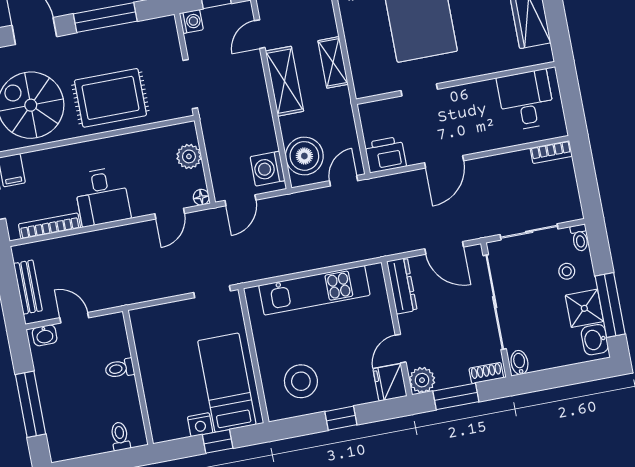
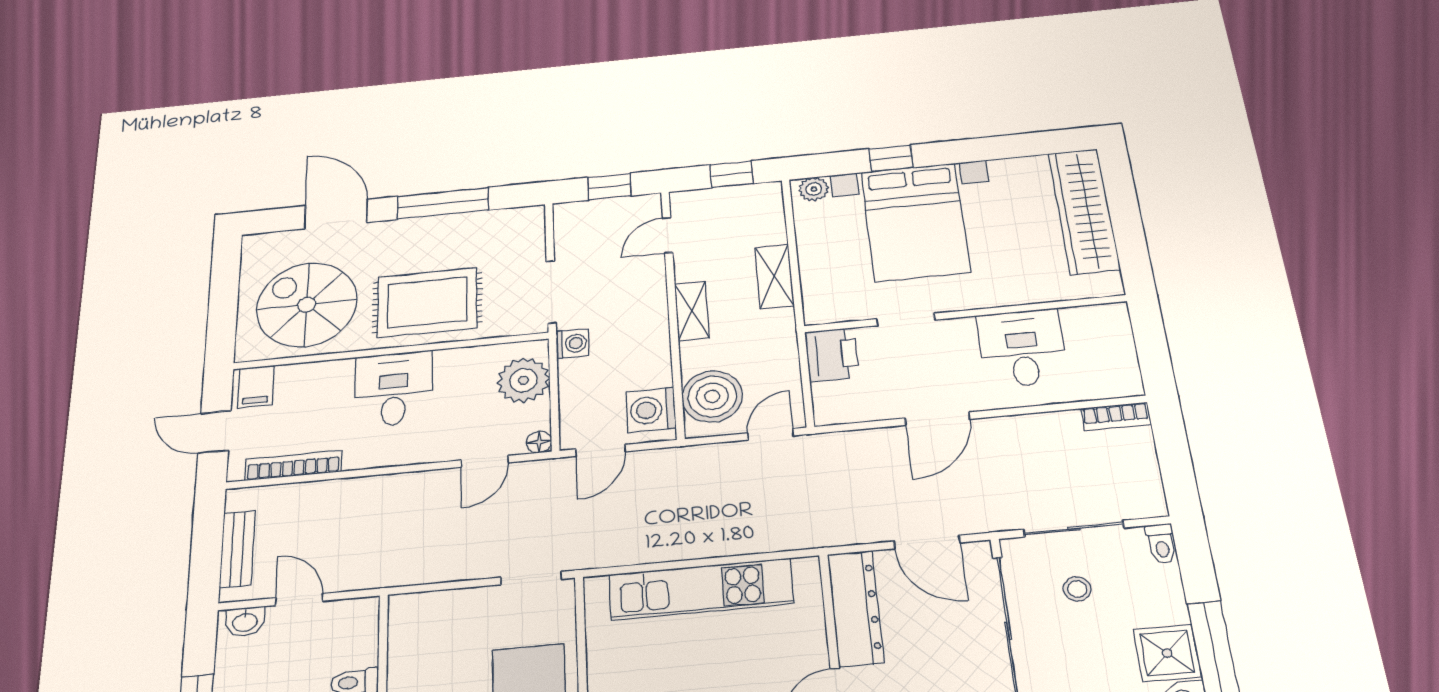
washing machine: (191, 21) -> (573, 343), moved
shelving: (285, 81) -> (692, 311), width x0.67, depth x0.75
desk: (526, 100) -> (1022, 348), moved
printer: (385, 155) -> (832, 355), moved, turned 90
plant: (189, 156) -> (523, 380), width x1.36, depth x1.36
desk: (102, 197) -> (393, 389), moved, turned 180
stool: (567, 271) -> (1077, 589), moved
dresser: (402, 286) -> (856, 608), width x1.37, depth x1.24

